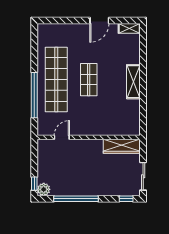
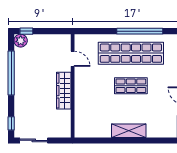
window: (34, 95) -> (140, 31), moved
wardrobe: (122, 146) -> (64, 91), moved

